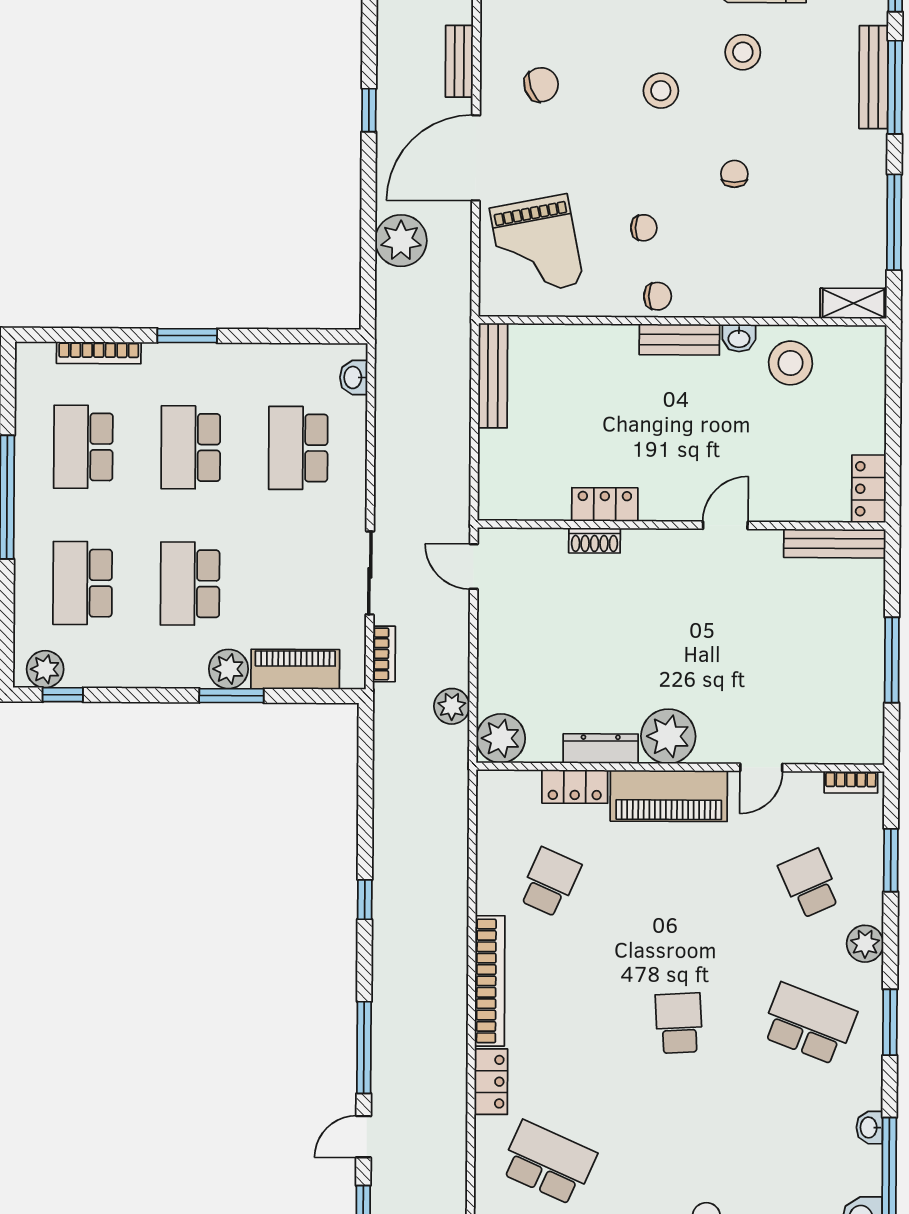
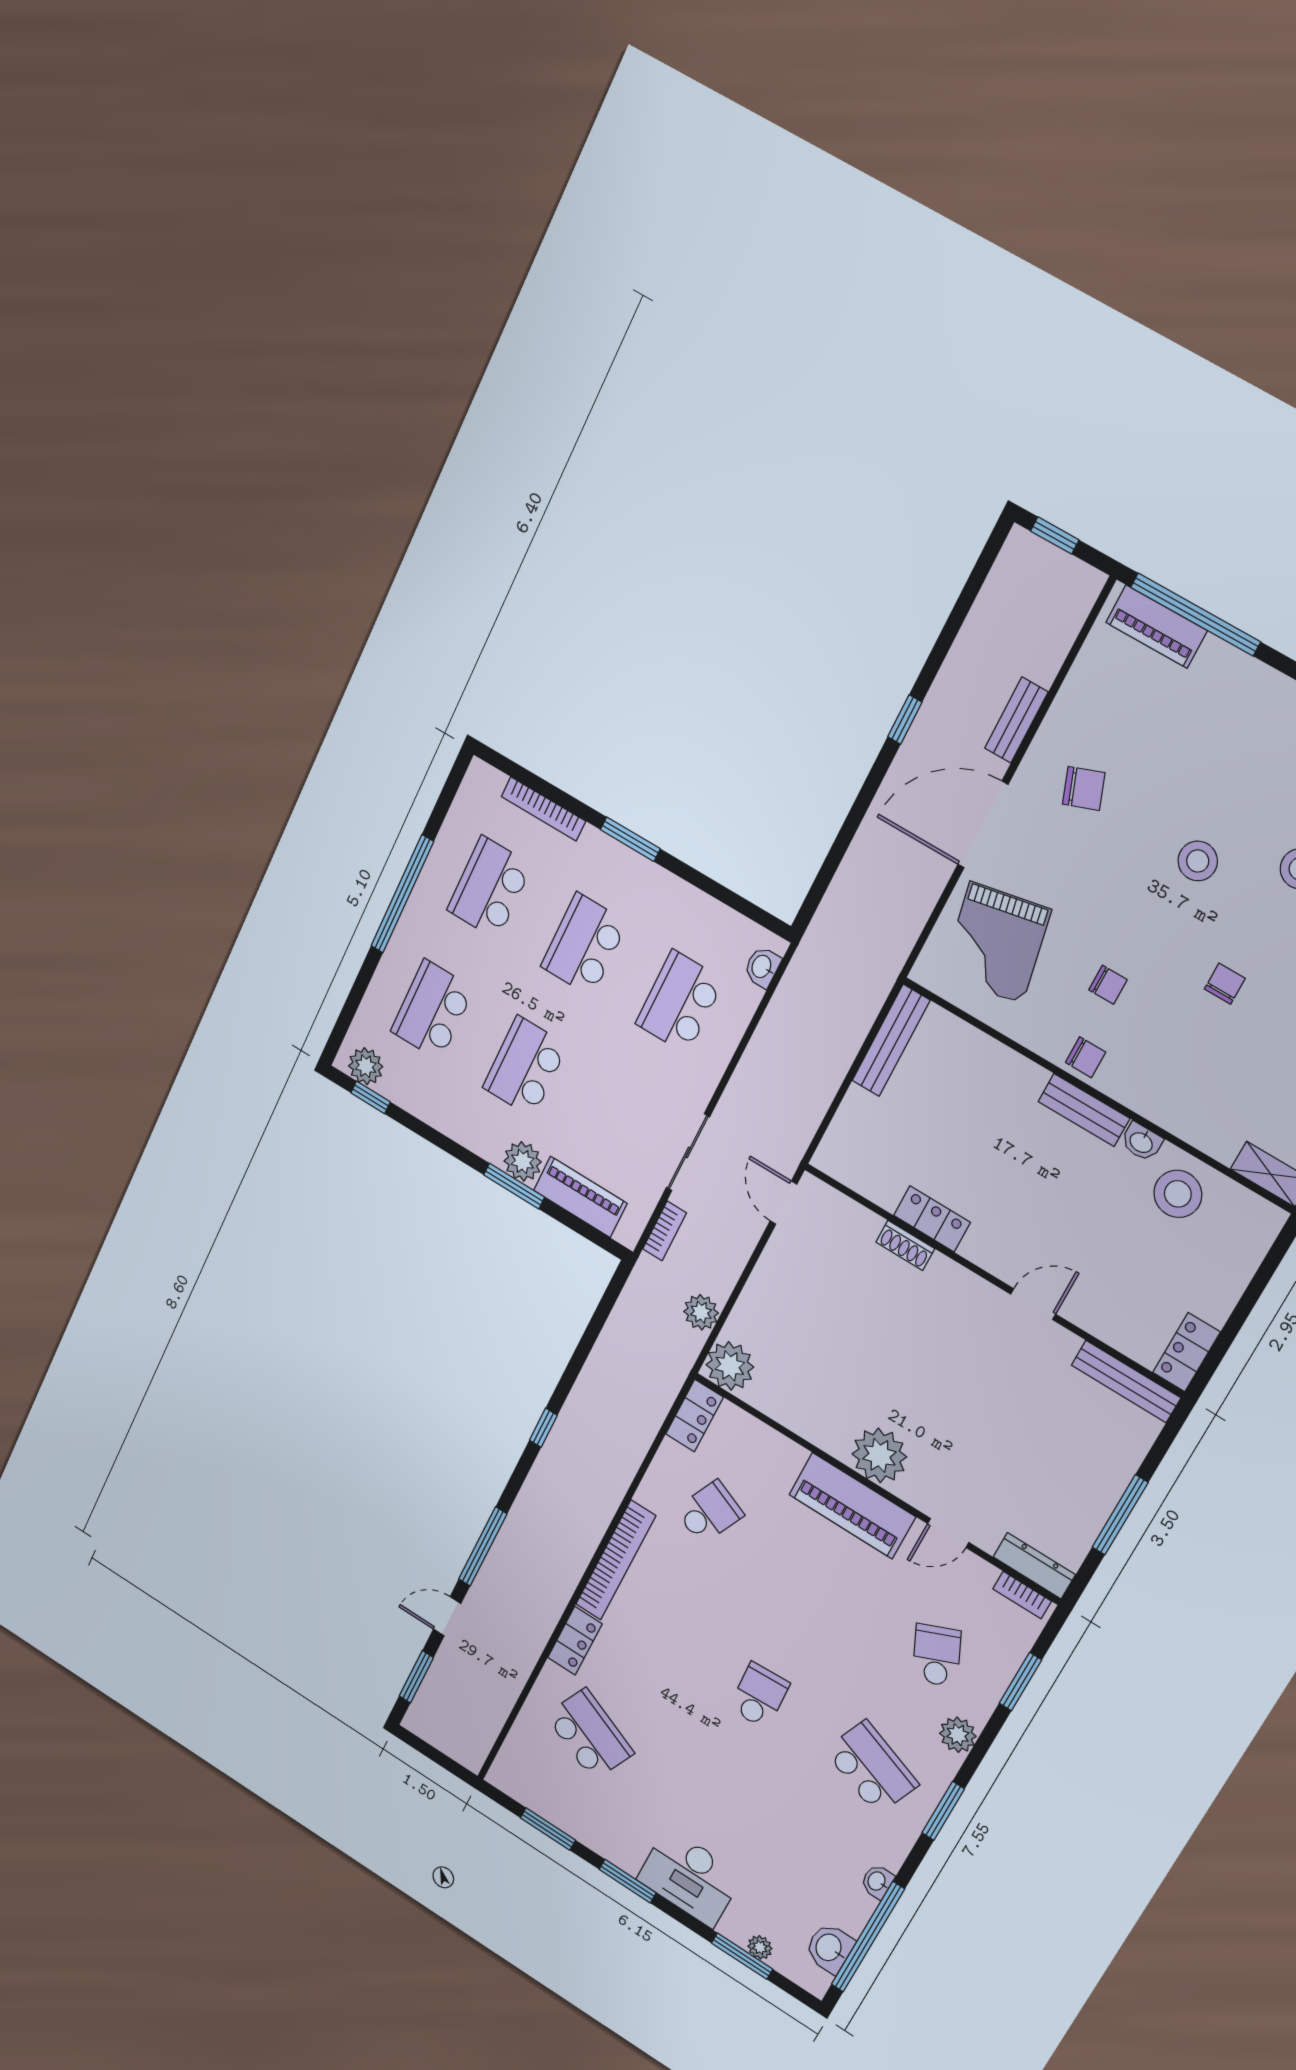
plant: (401, 241) -> (871, 864), removed
dresser: (601, 749) -> (1034, 1566), moved
locker: (575, 787) -> (694, 1415), moved, turned -90

